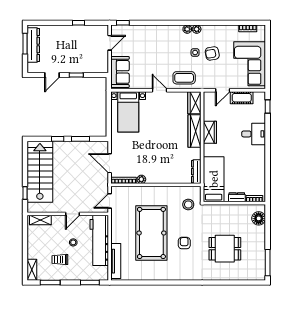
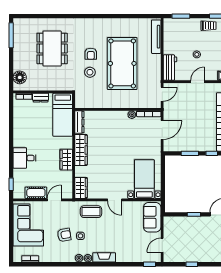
fireplace: (170, 30) -> (104, 257), added
wardrobe: (195, 131) -> (81, 150), moved
door: (110, 163) -> (162, 130), hinge flipped
stool: (188, 204) -> (90, 72), moved
workbench: (99, 240) -> (170, 68), width x0.53, depth x0.76
dining table: (225, 249) -> (52, 48), width x1.38
trolley: (60, 260) -> (209, 26), moved

